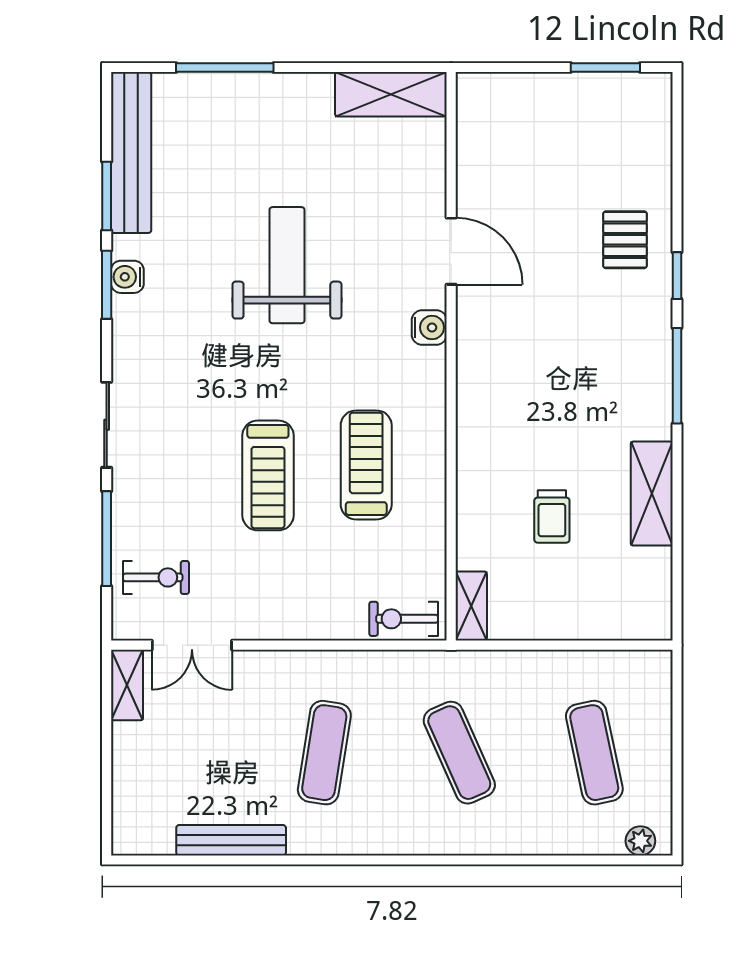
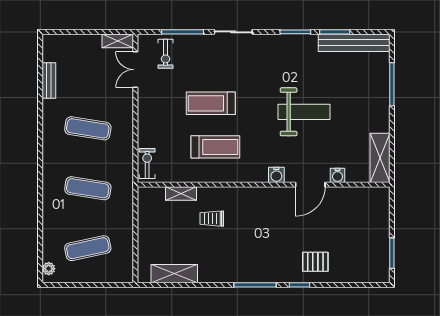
water cooler: (127, 277) -> (338, 175), moved, turned 180
shelving: (652, 494) -> (174, 274), moved
trolley: (552, 516) -> (212, 219), moved
shelving: (471, 606) -> (181, 194), moved
exercise mat: (459, 753) -> (88, 188), turned 33
bench: (231, 840) -> (49, 81), width x0.73

